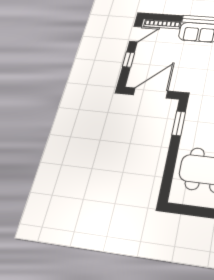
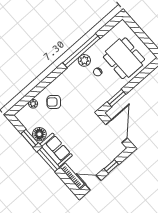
door: (151, 93) -> (116, 131), swing flipped

